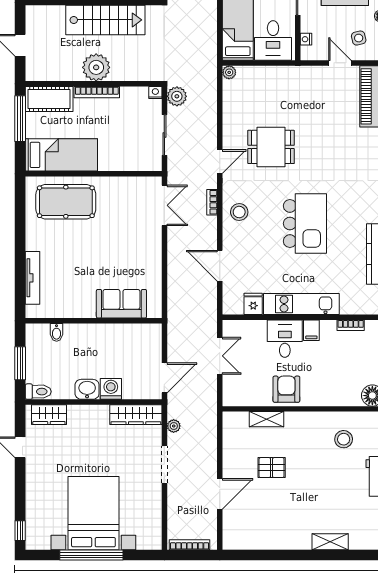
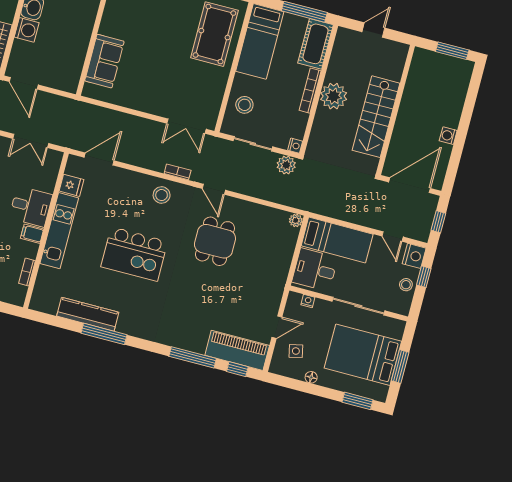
stool: (128, 153) -> (244, 105), added
door: (220, 266) -> (99, 159), moved

